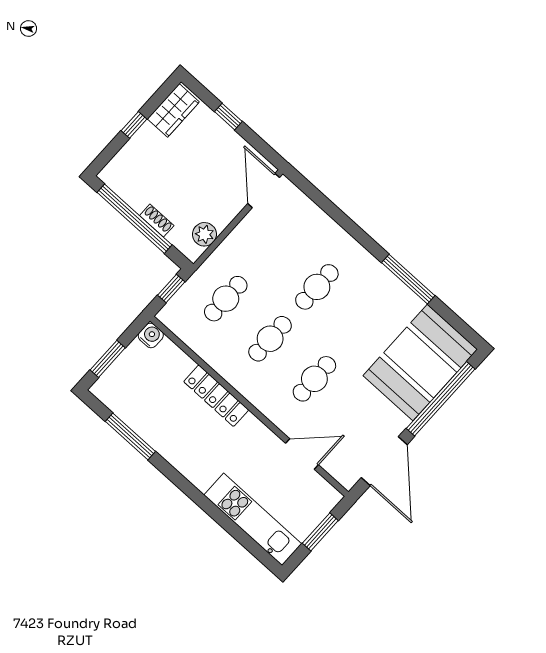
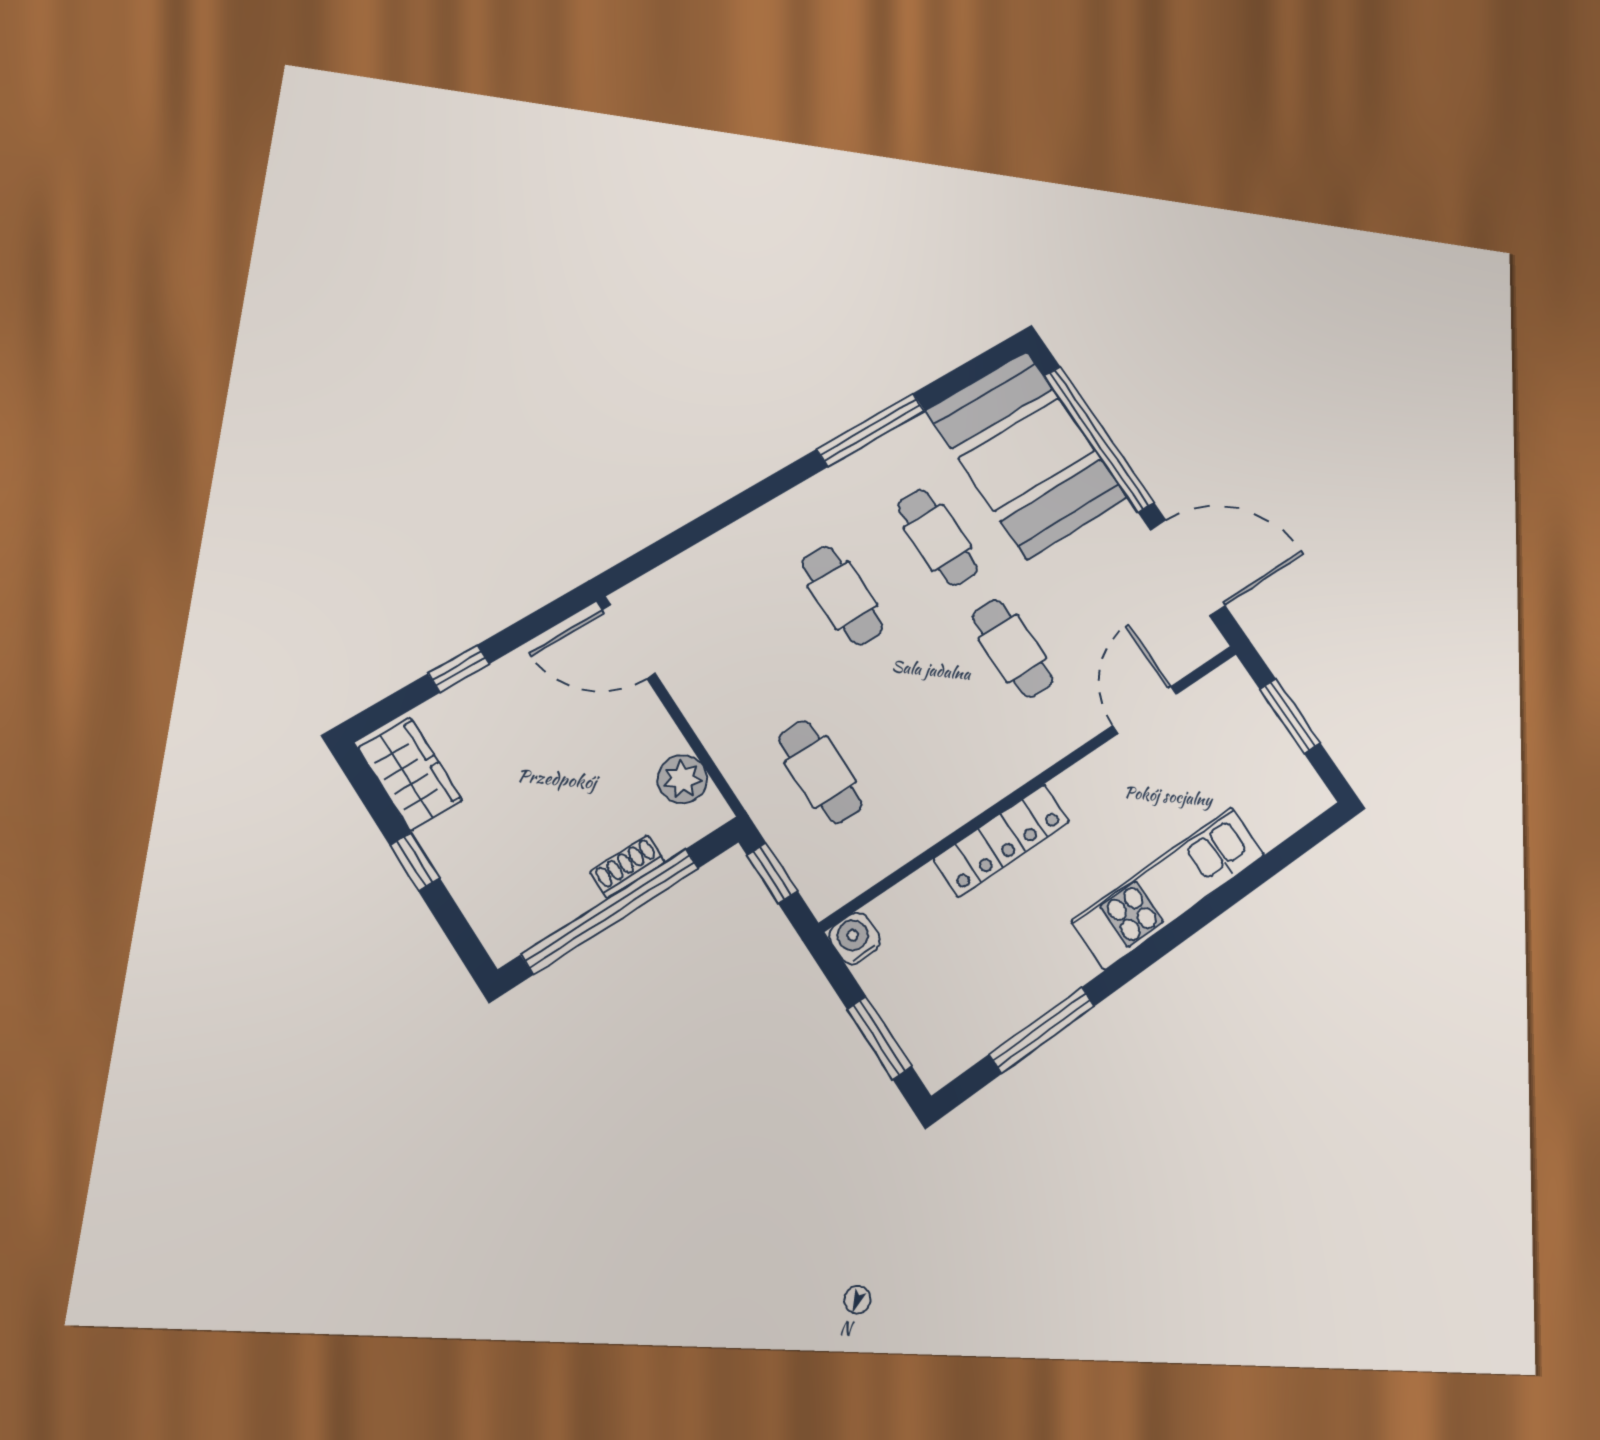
cafe table: (270, 339) -> (937, 537), moved
kitchen unit: (253, 519) -> (1169, 887), moved

